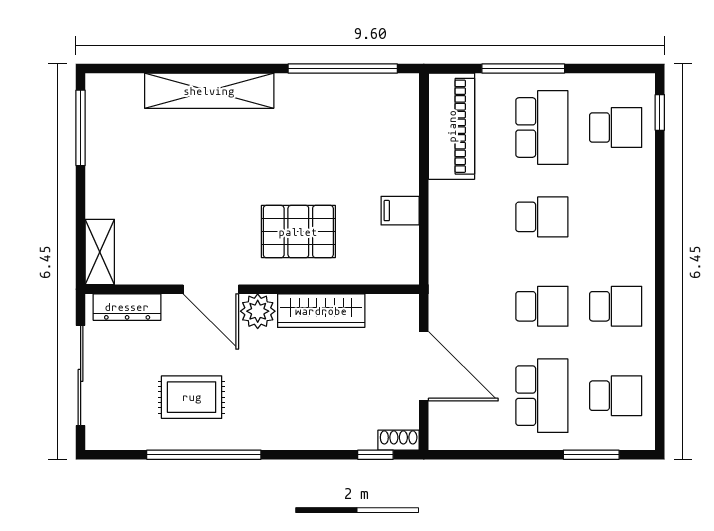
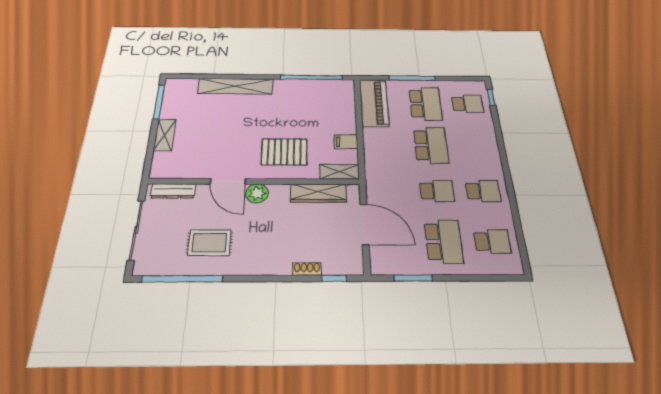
school desk: (542, 217) -> (431, 145), width x1.85
shelving: (100, 252) -> (165, 135), moved
shelving: (388, 270) -> (339, 172), added
wardrobe: (321, 311) -> (318, 193), moved
shoe rack: (399, 440) -> (307, 269), moved
window: (204, 455) -> (182, 279), moved
window: (591, 455) -> (413, 278), moved

